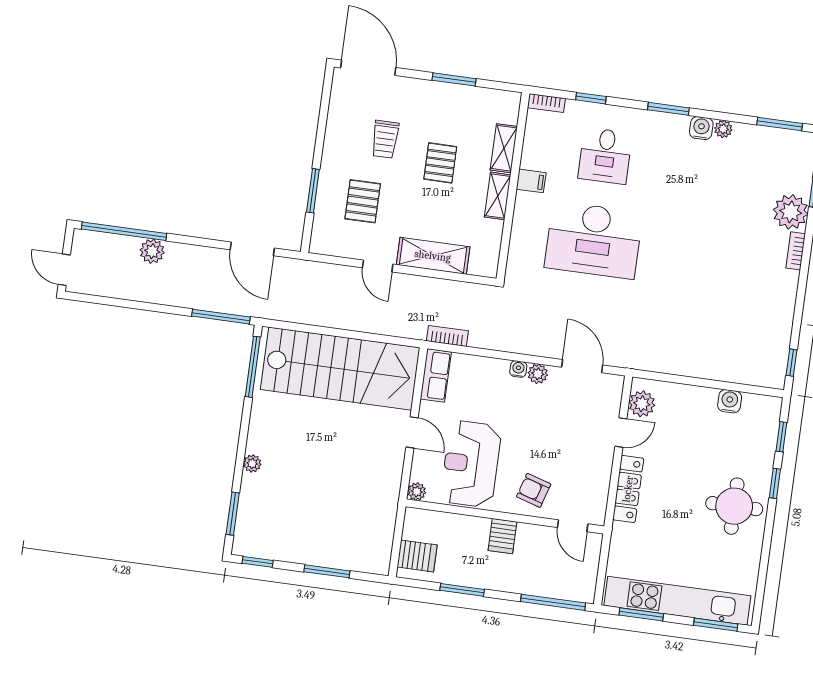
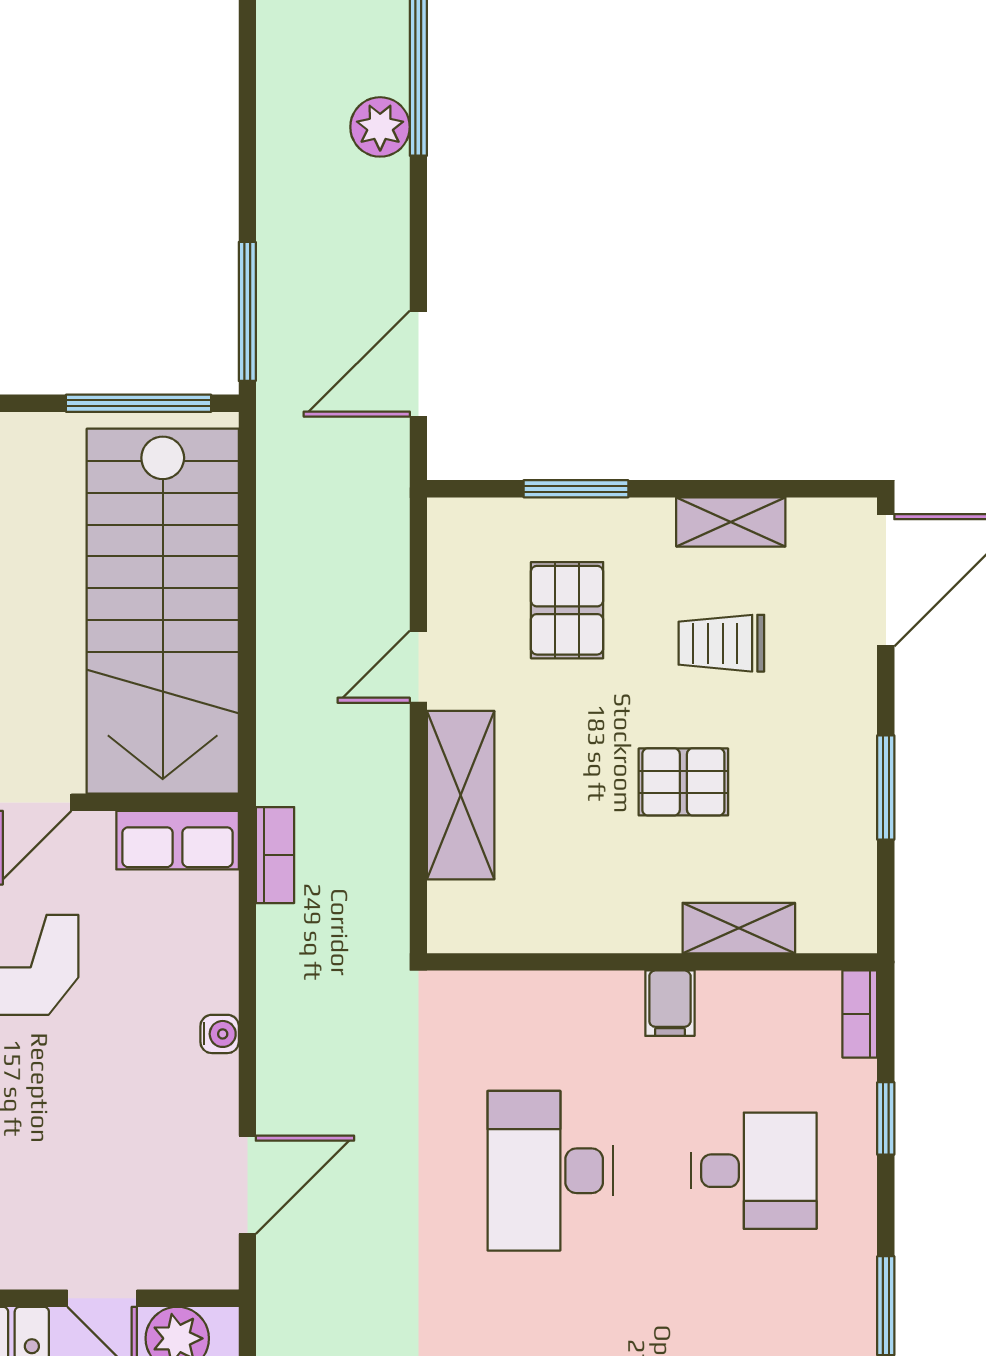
desk: (605, 156) -> (754, 1171), turned 180
shelving: (498, 196) -> (731, 522), moved
pallet: (363, 201) -> (567, 610), turned 90
desk: (594, 240) -> (550, 1171), width x0.73, depth x0.77
plant: (538, 374) -> (215, 1082), removed

